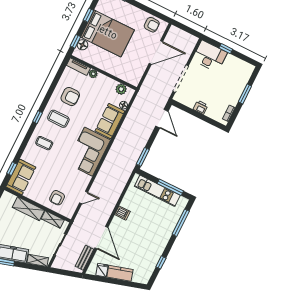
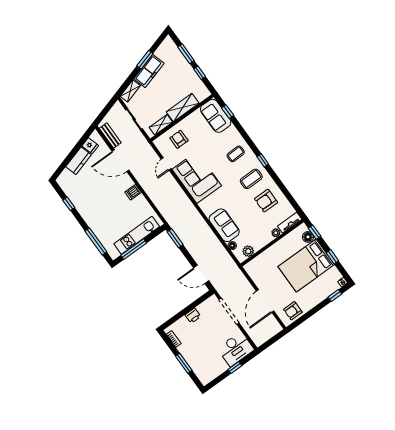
corner sofa: (88, 152) -> (197, 177), moved

